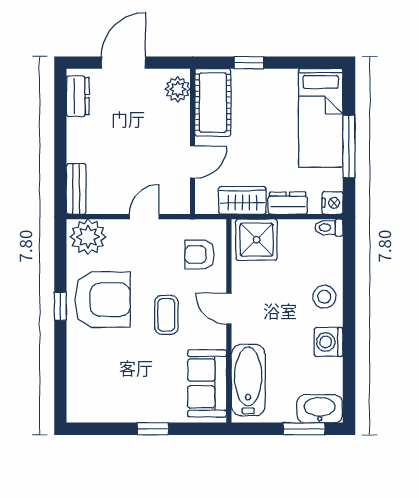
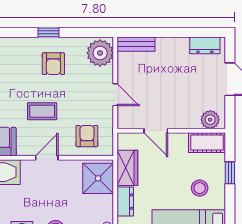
cot: (213, 102) -> (207, 143), width x0.73, depth x0.75
stool: (269, 103) -> (200, 188), added
armchair: (102, 300) -> (53, 64), width x0.53, depth x0.53

